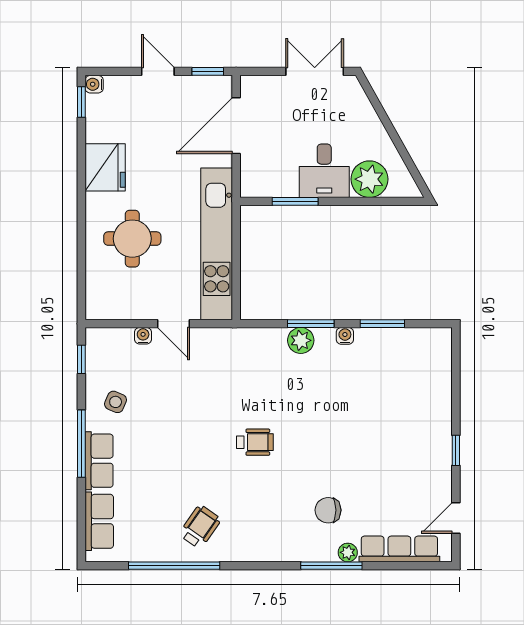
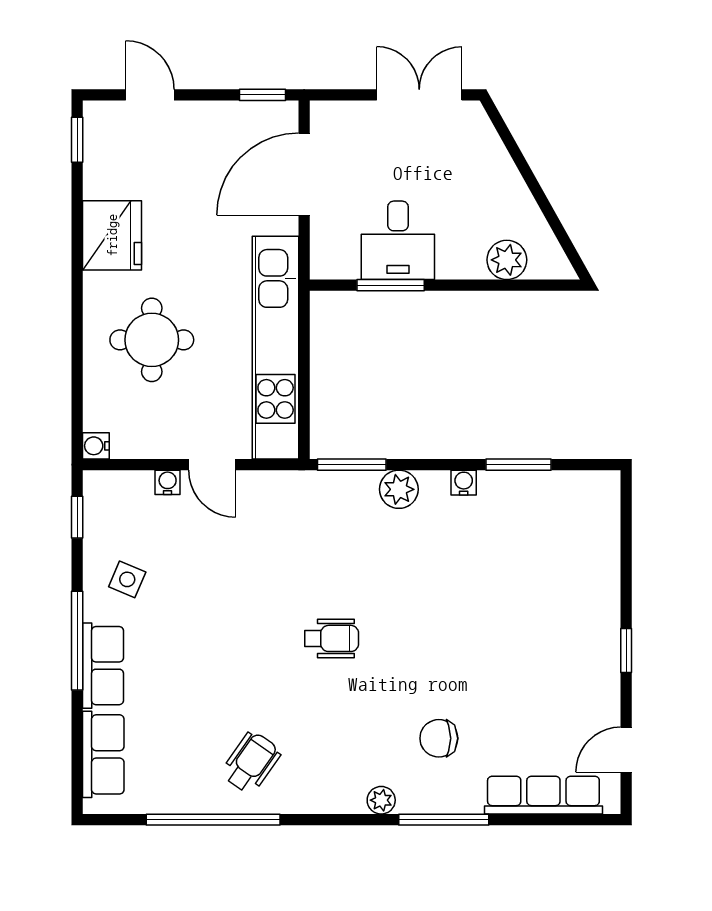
door: (158, 71) -> (150, 95), moved
water cooler: (94, 84) -> (96, 446), moved
desk: (324, 171) -> (398, 240), moved
plant: (369, 179) -> (507, 260), width x0.73, depth x0.73
window: (311, 324) -> (352, 465), moved
plant: (348, 552) -> (381, 800), moved

